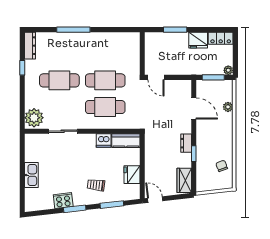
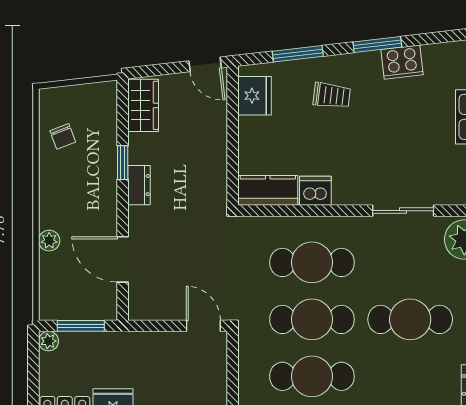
cafe table: (105, 54) -> (312, 376), added
plant: (228, 107) -> (49, 241), moved
fridge: (132, 175) -> (255, 96), moved

